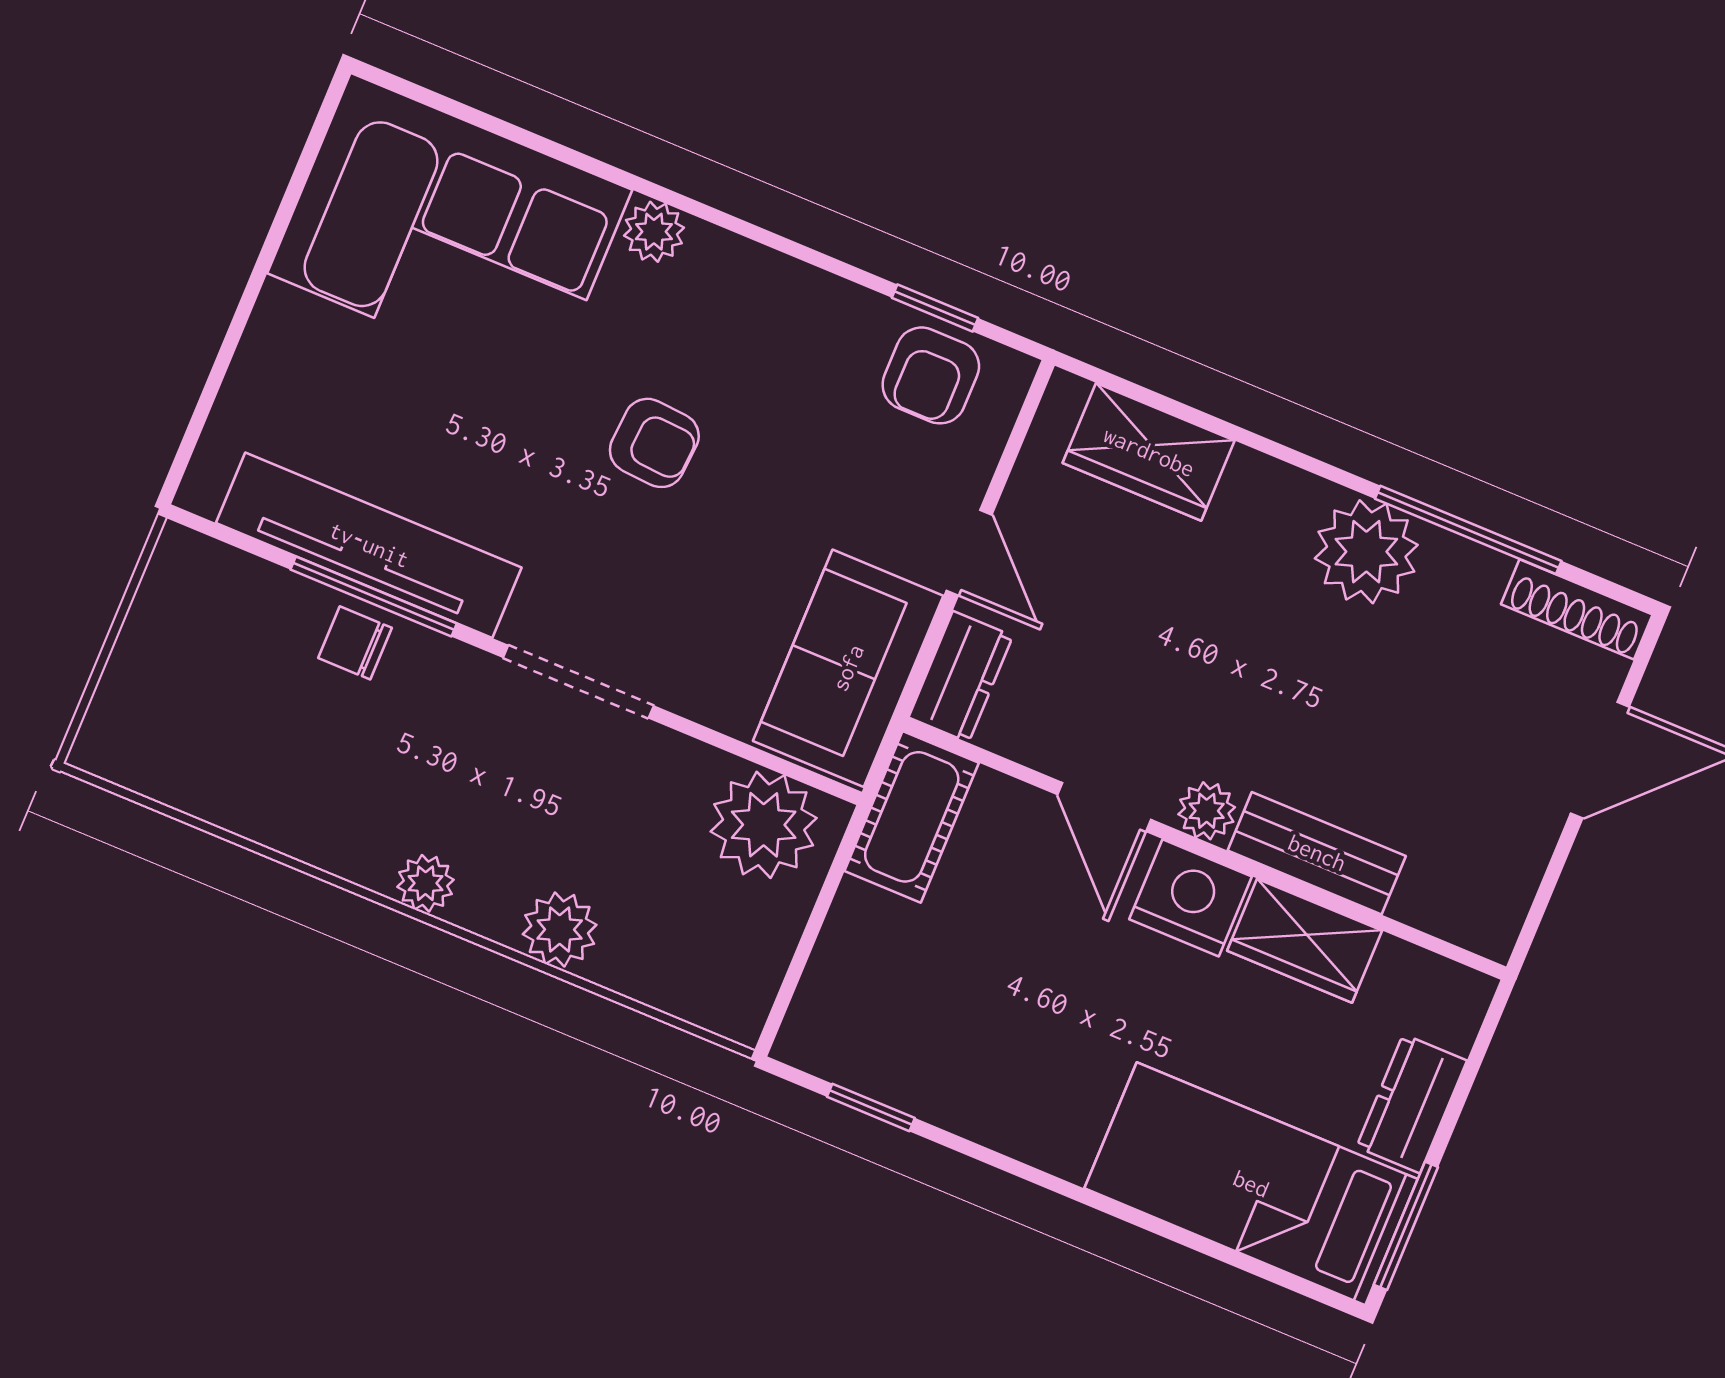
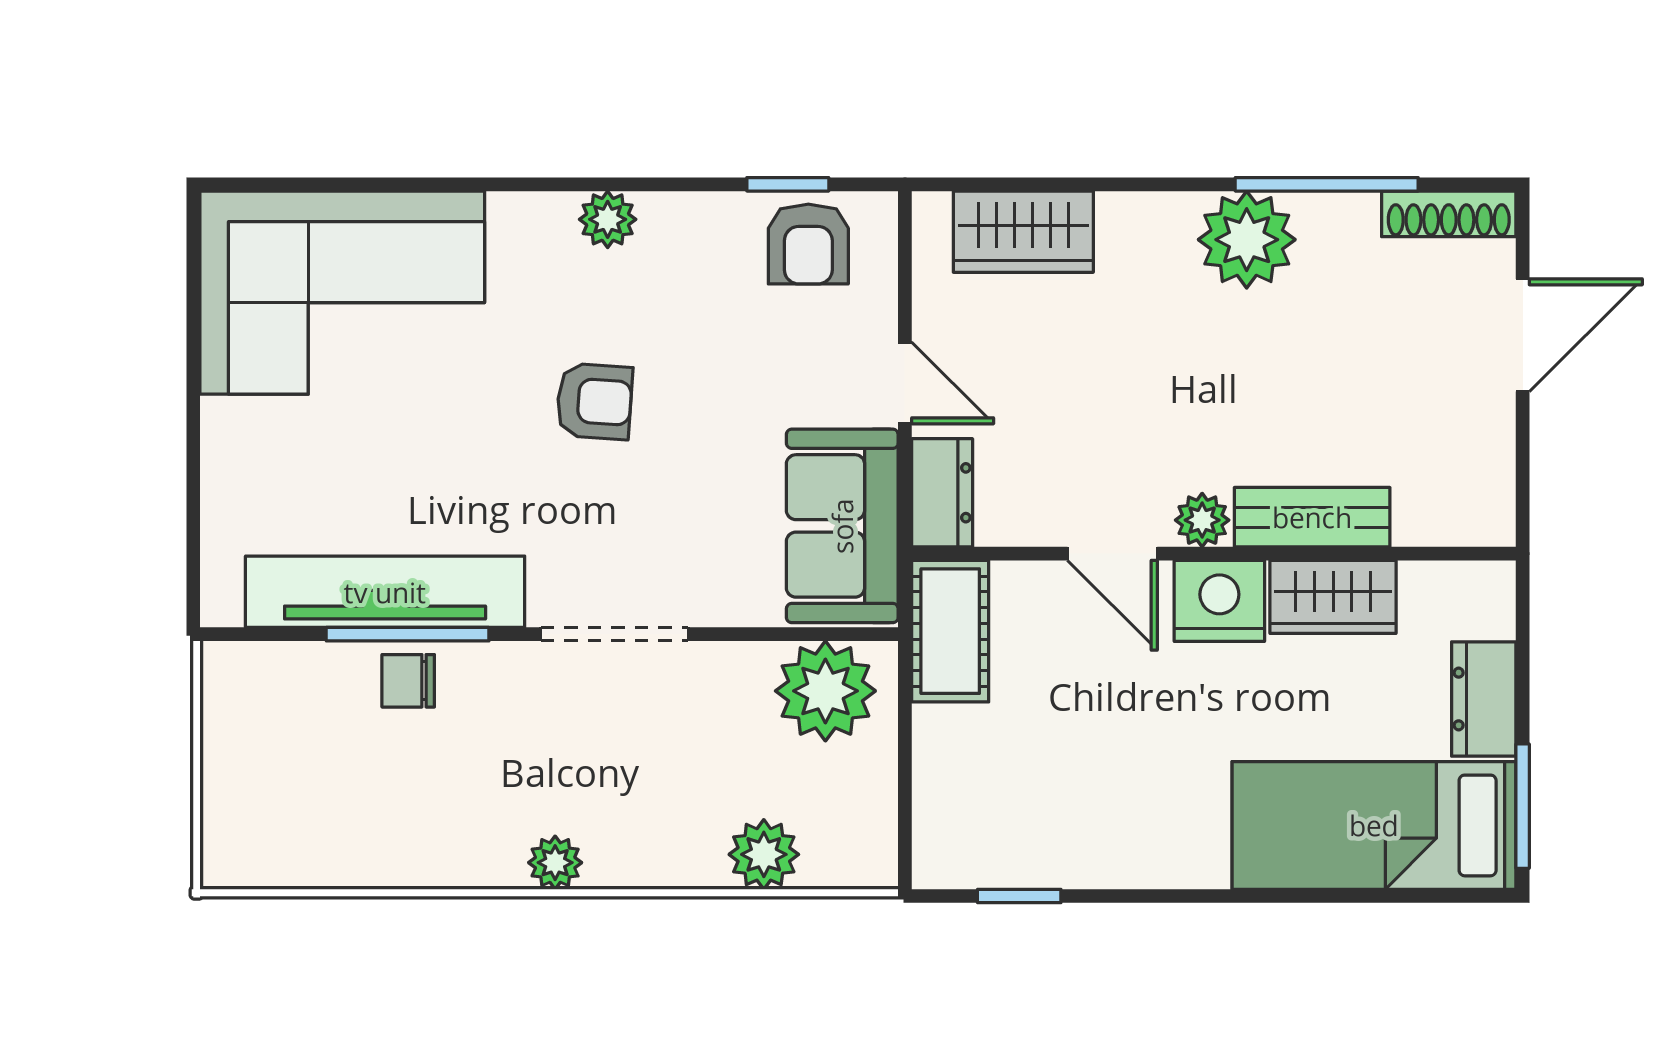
plant: (654, 232) -> (608, 219), moved
plant: (560, 930) -> (764, 854), moved

